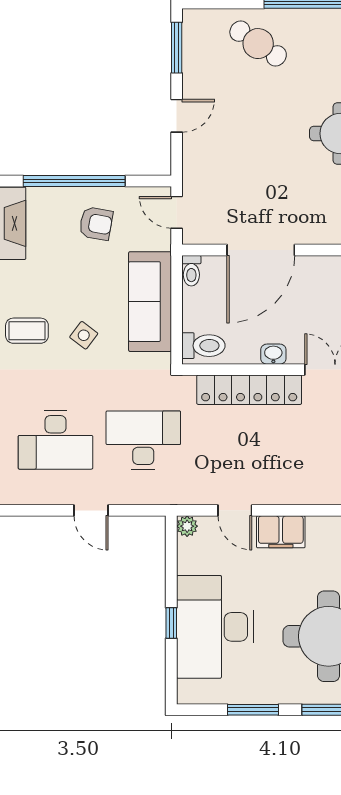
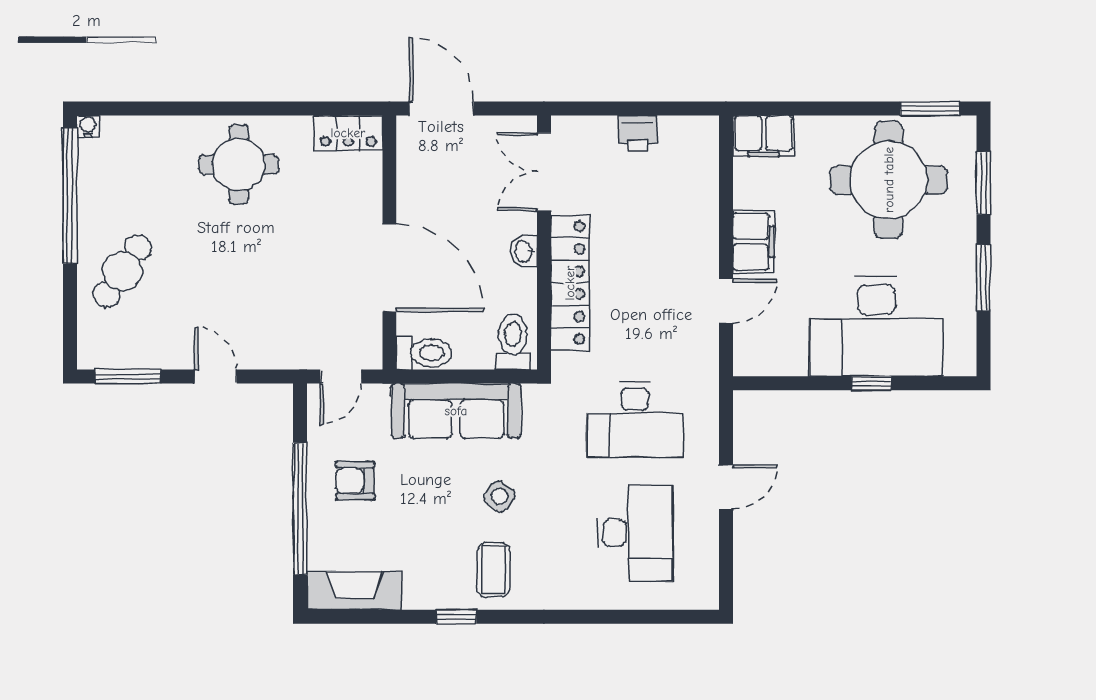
armchair: (96, 224) -> (355, 481), turned -100
toilet: (191, 271) -> (424, 353), width x1.37, depth x1.39
desk: (143, 440) -> (635, 419), turned -90
plant: (187, 526) -> (746, 363), removed

